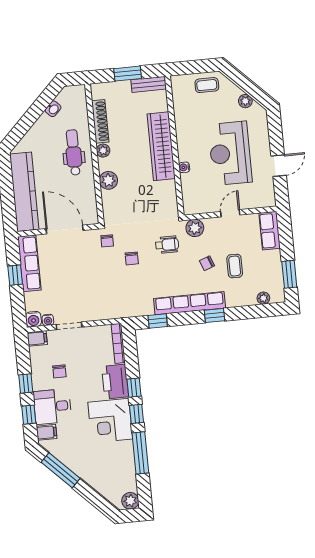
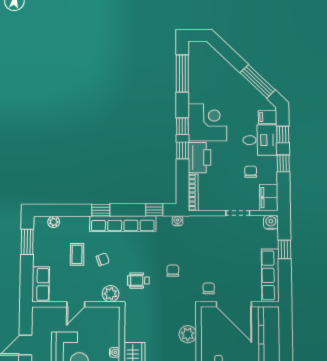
plant: (108, 180) -> (188, 334), moved
chair: (107, 241) -> (209, 288), moved
window: (15, 275) -> (284, 249), moved
water cooler: (48, 320) -> (178, 221), moved
filing cabinet: (37, 338) -> (269, 197), width x2.00
window: (140, 453) -> (182, 73), moved
plant: (130, 501) -> (196, 49), removed

